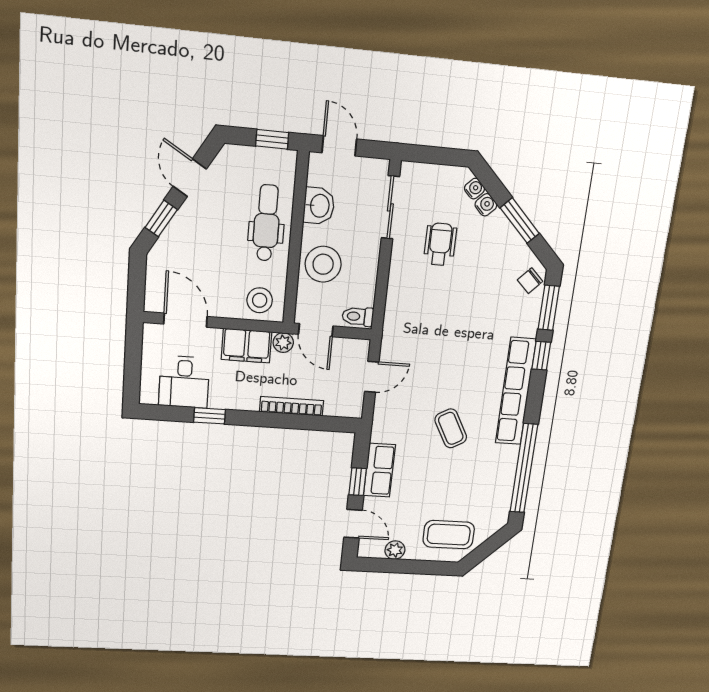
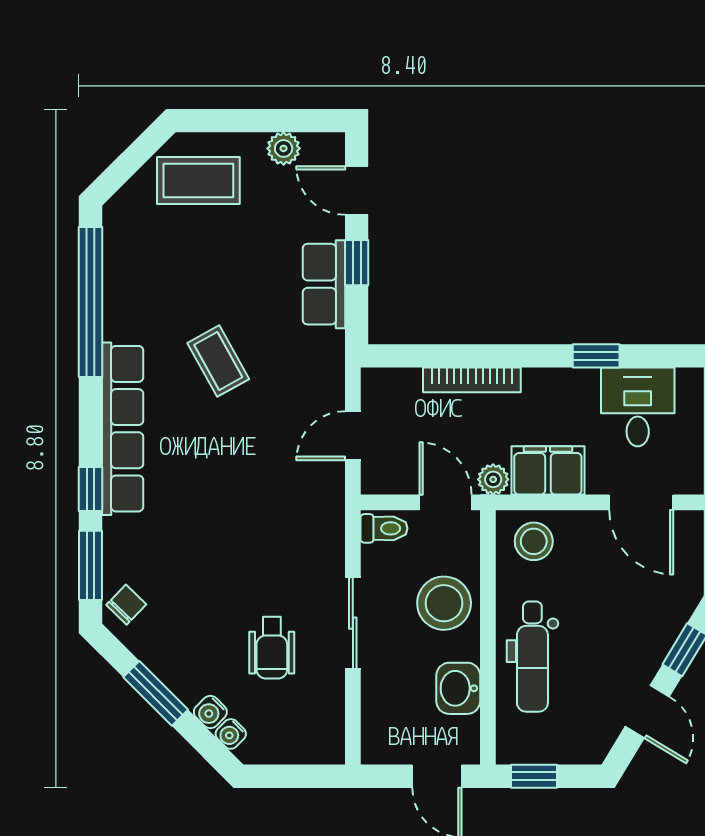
sliding door: (390, 207) -> (353, 623), moved

